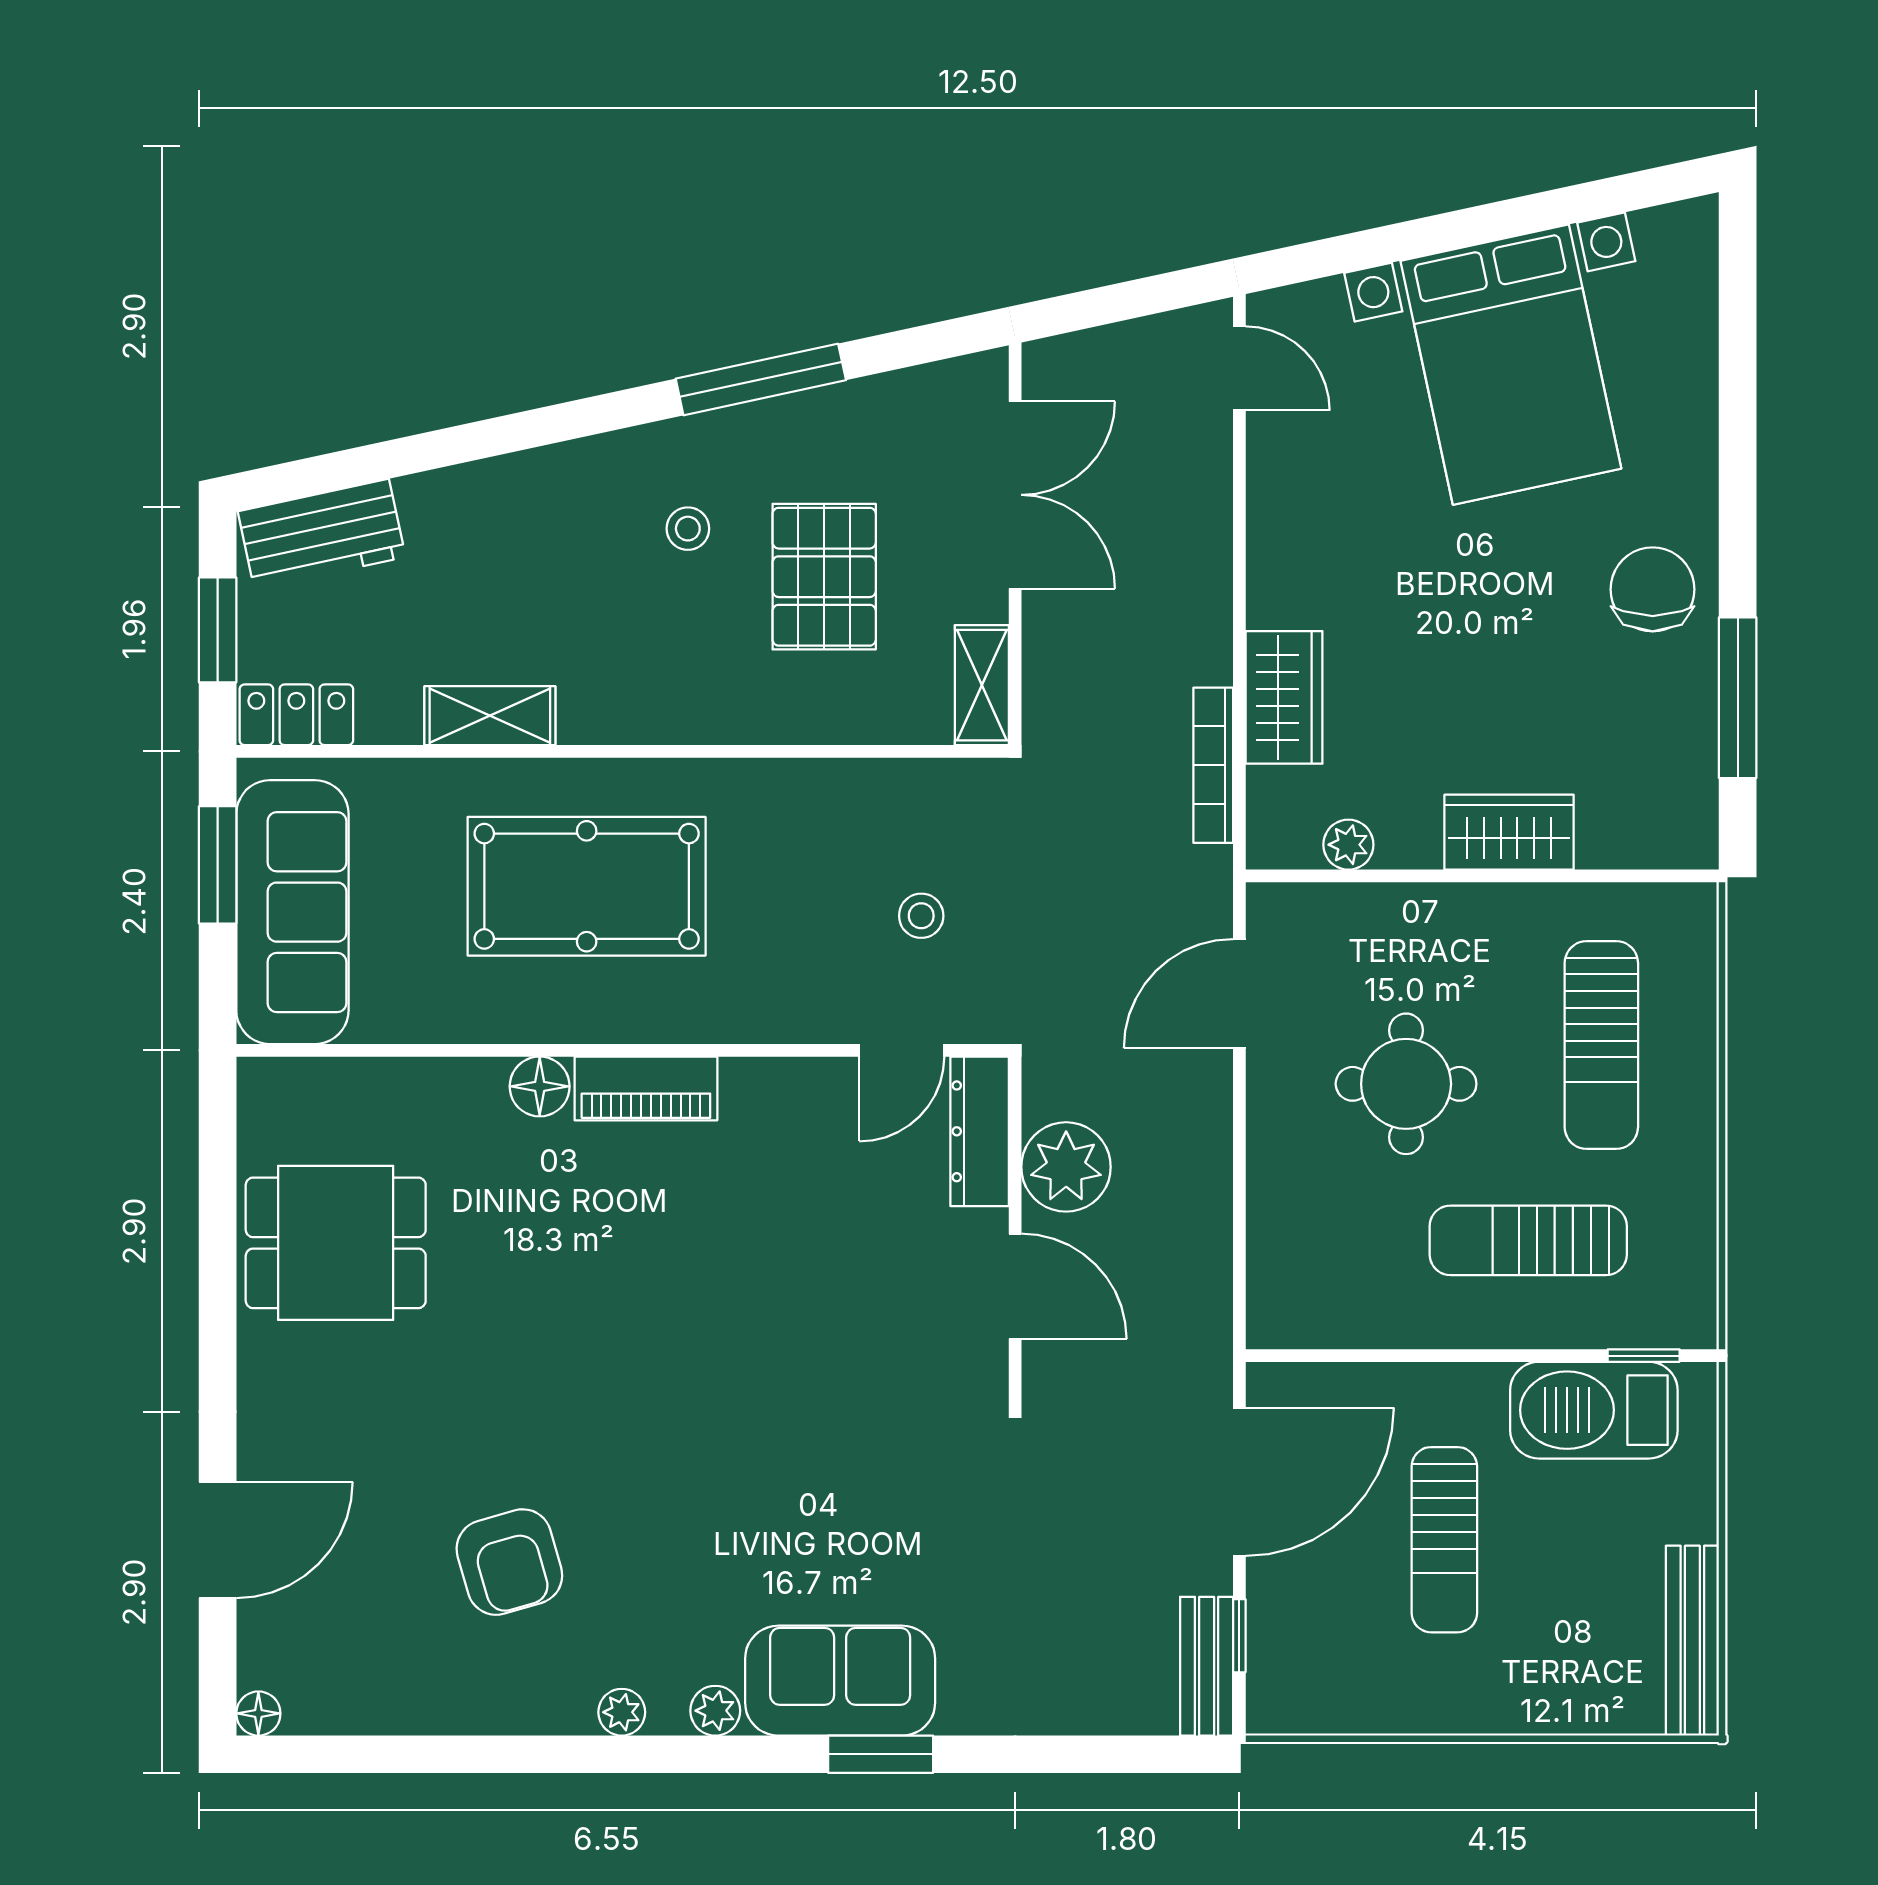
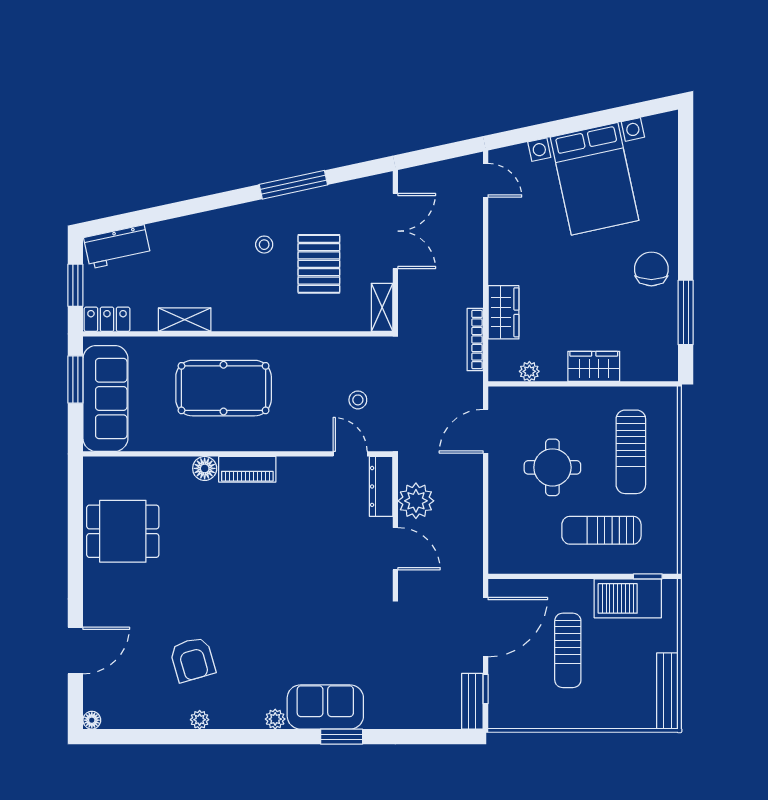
door: (902, 1050) -> (350, 454), swing flipped
plant: (622, 1712) -> (200, 720), moved

